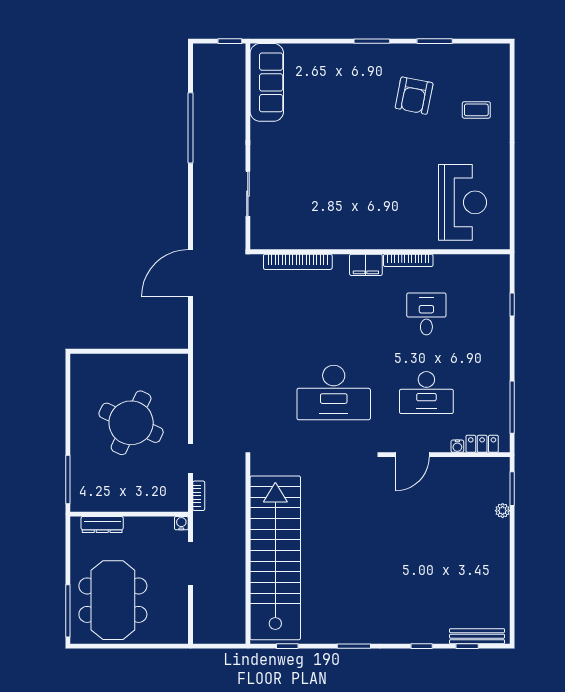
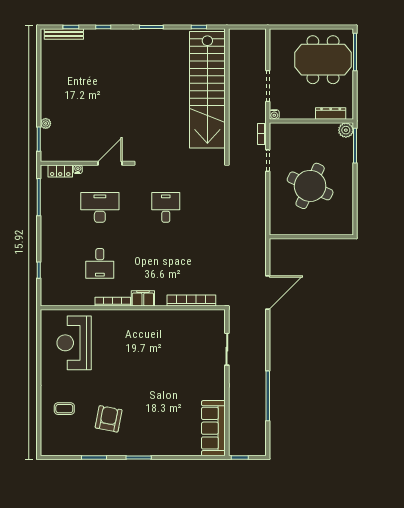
desk: (334, 393) -> (166, 207), width x0.53, depth x0.77
plant: (81, 501) -> (346, 130), added
meeting table: (113, 600) -> (323, 60), turned 90

